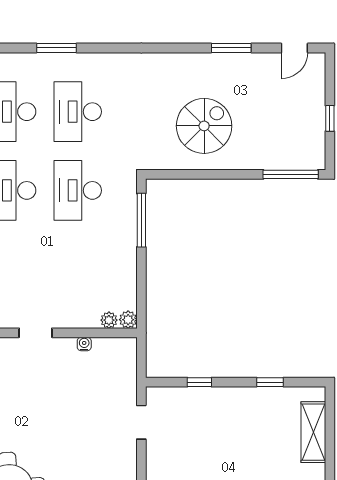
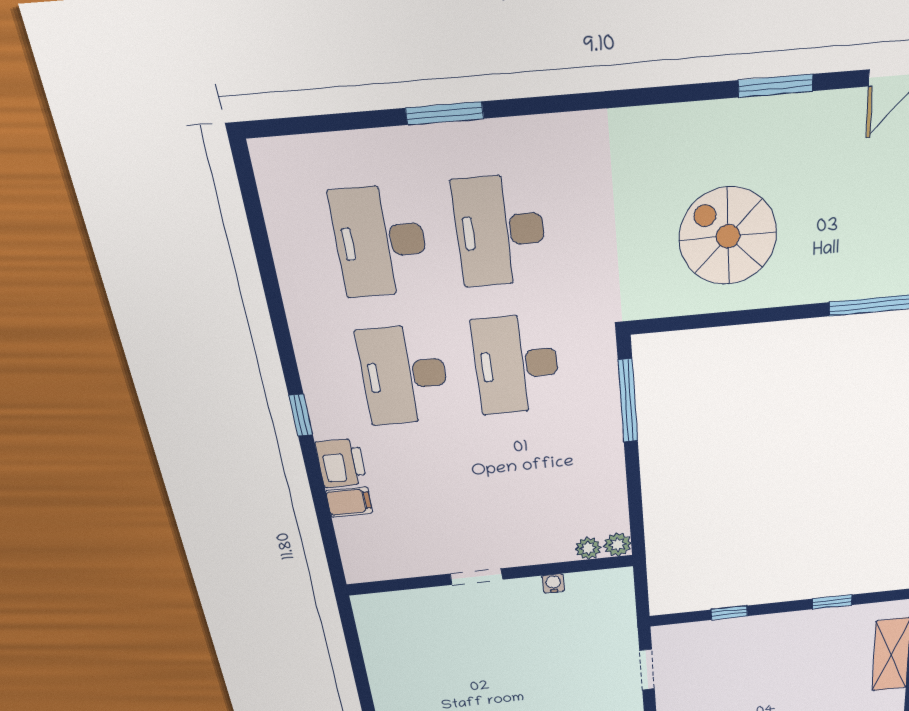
spiral stairs: (204, 126) -> (728, 236), turned -90

